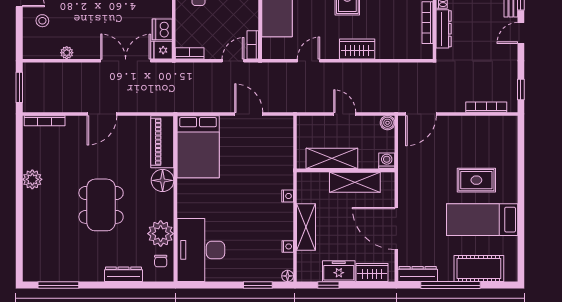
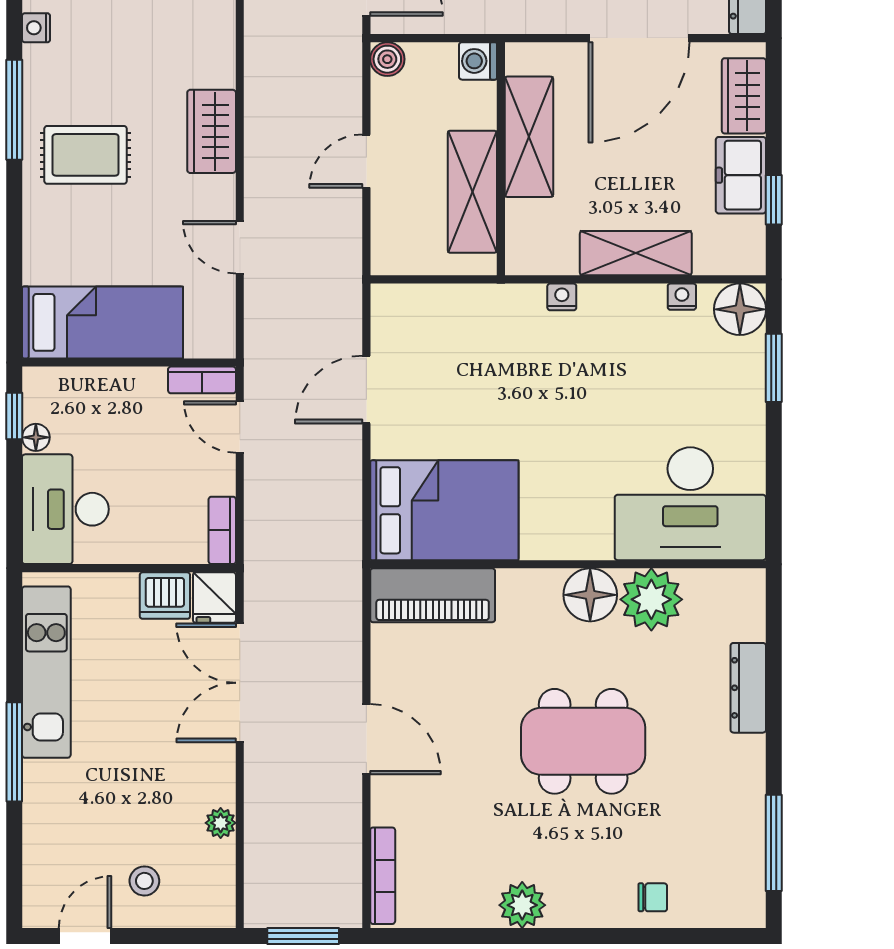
floor lamp: (163, 180) -> (590, 595), moved
chair: (161, 261) -> (653, 897), moved
floor lamp: (288, 276) -> (740, 309), width x1.89, depth x1.89

